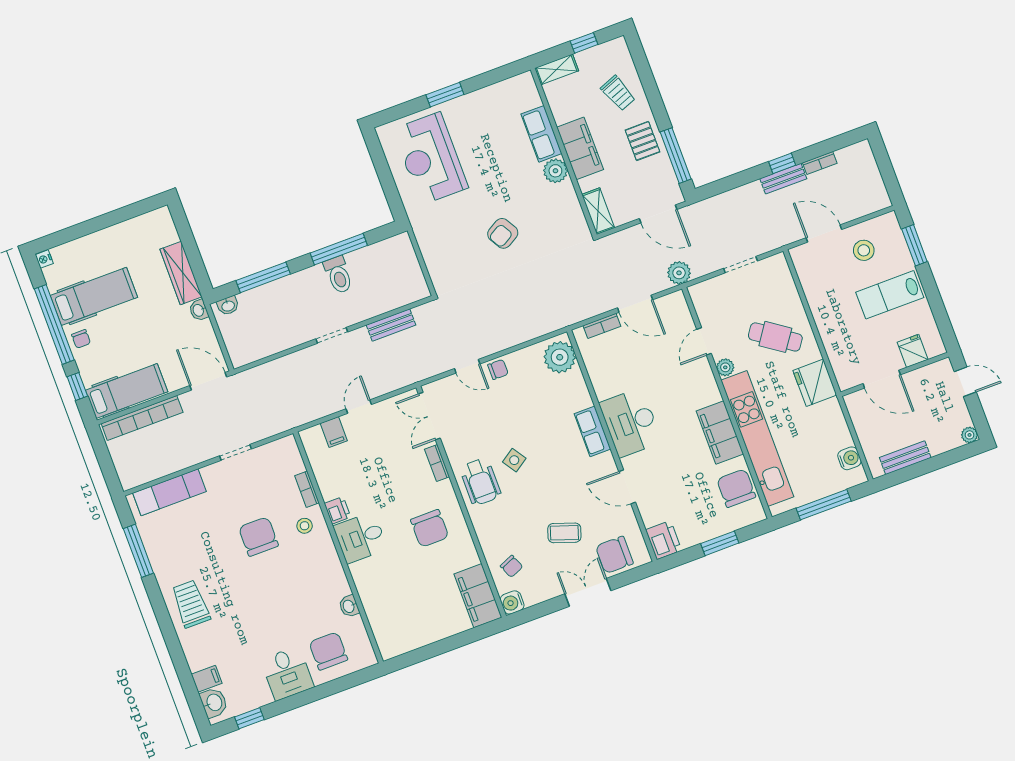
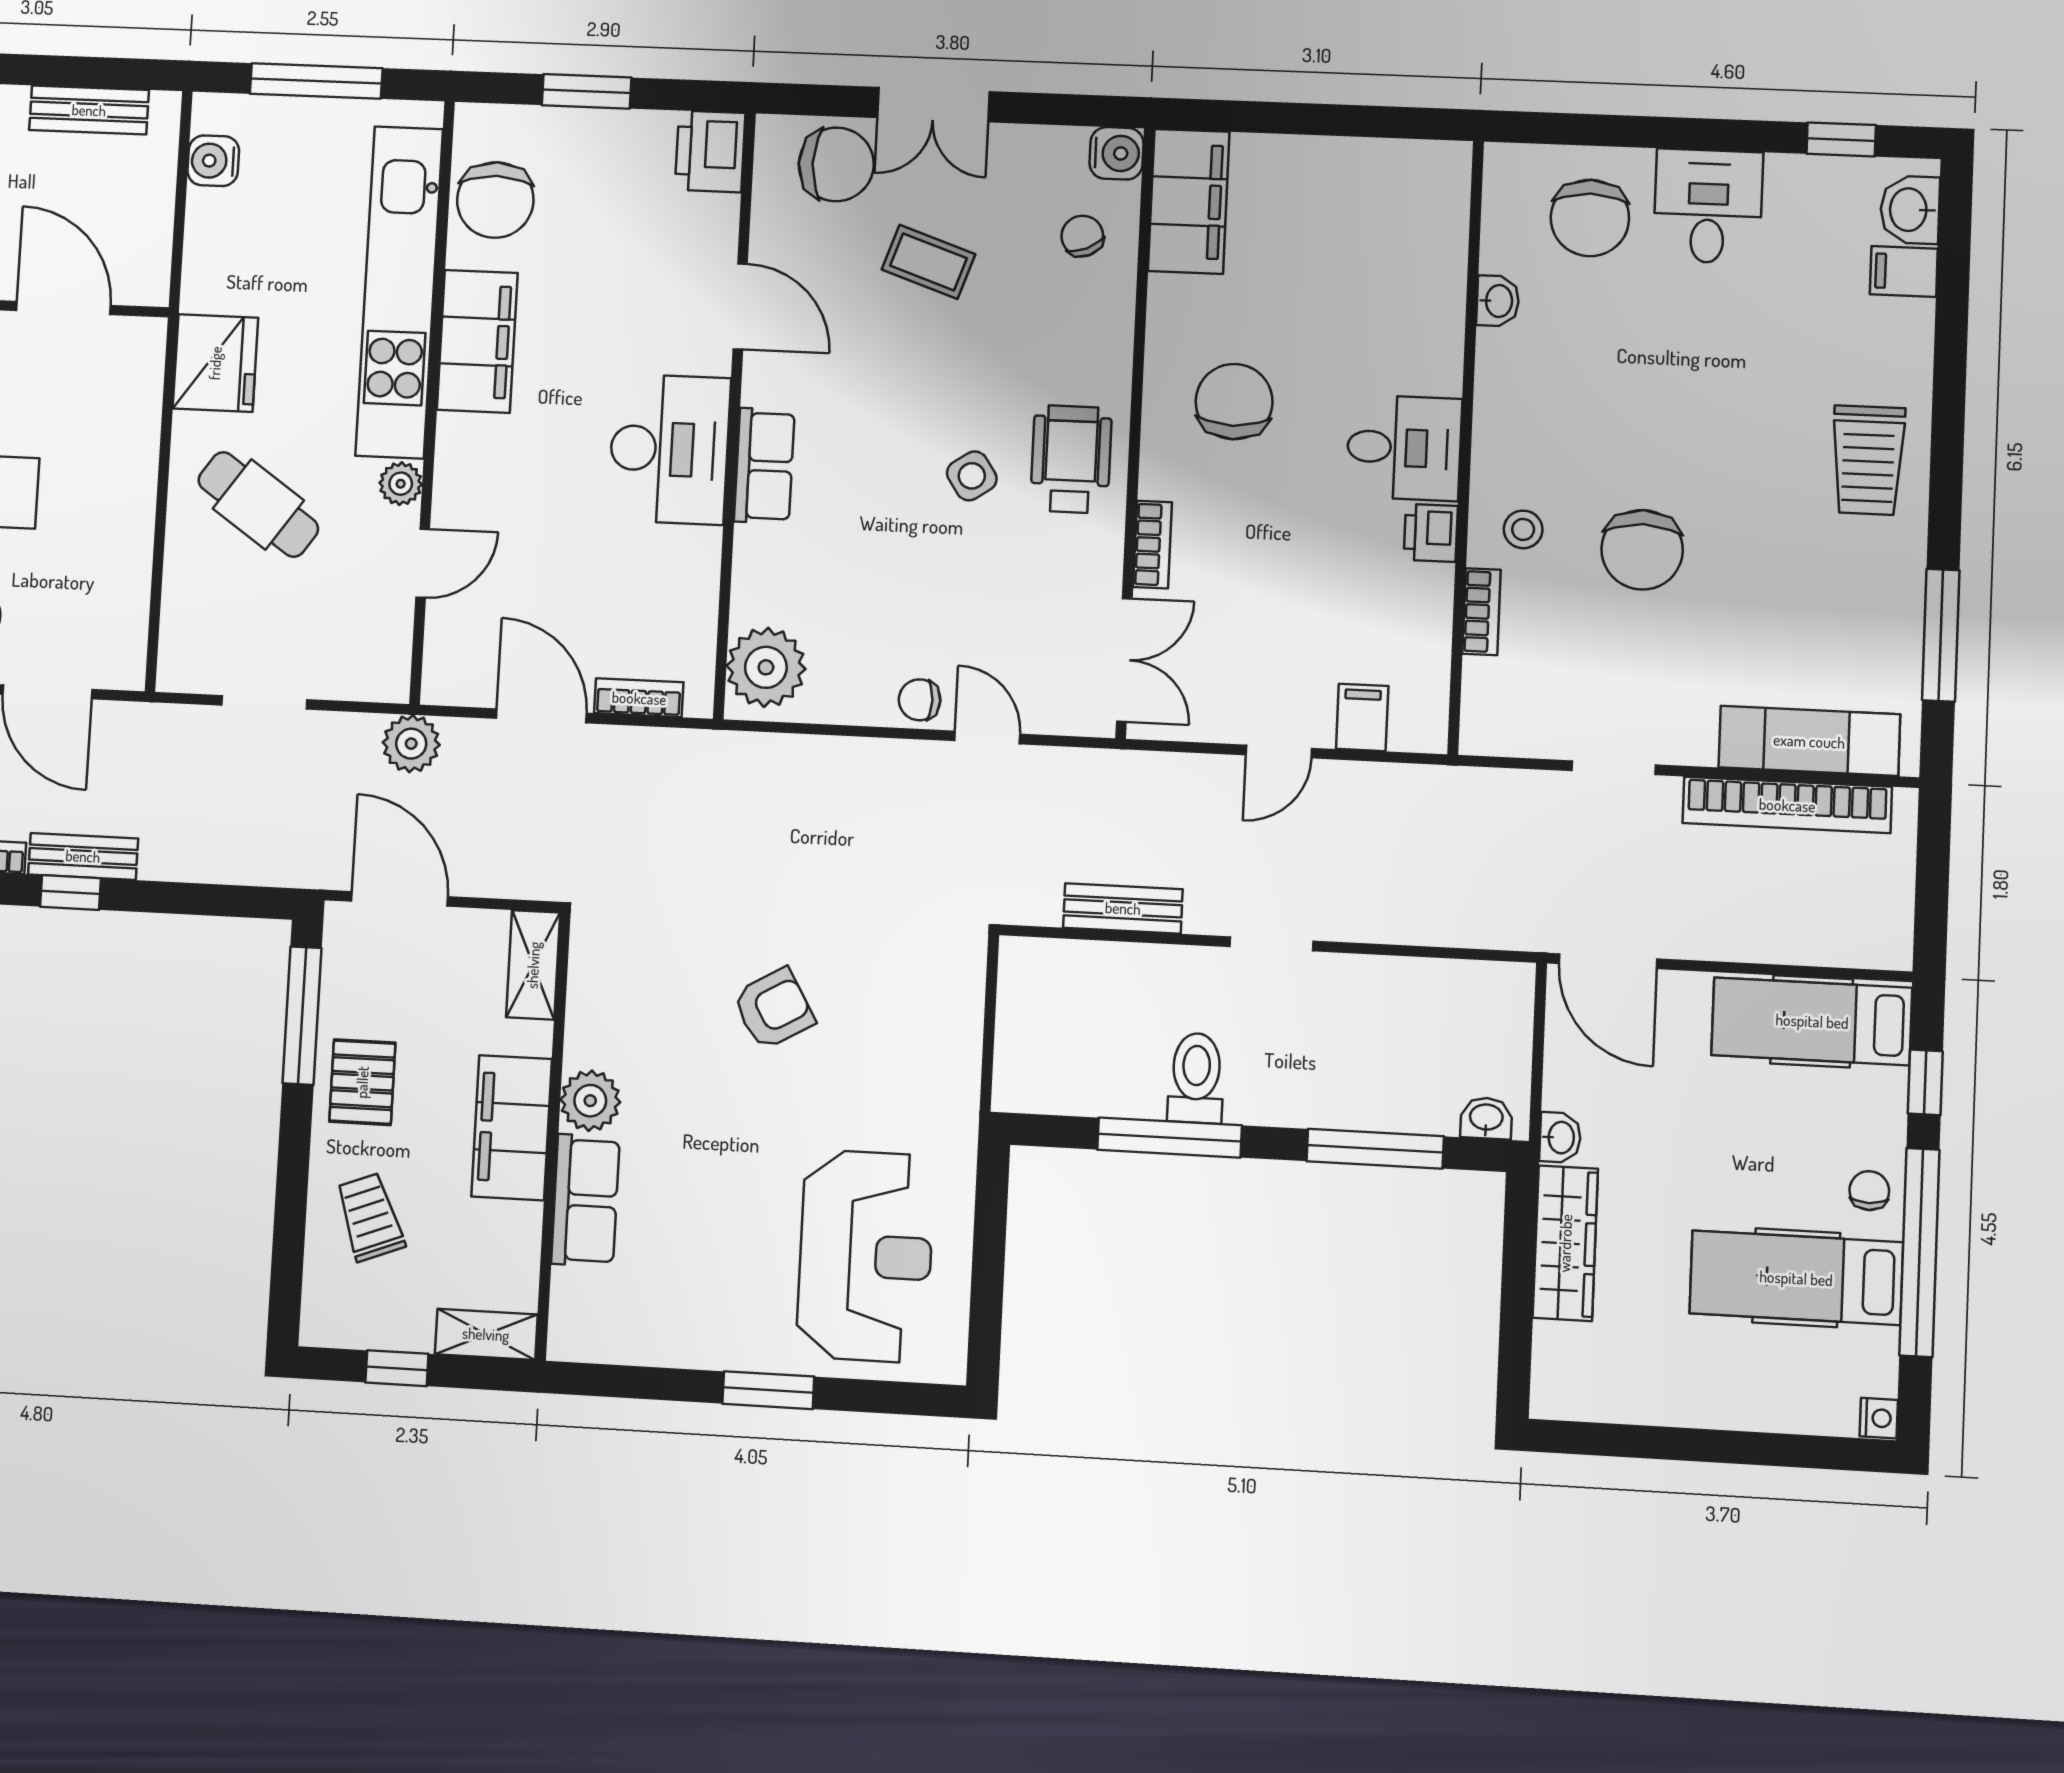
bookcase: (142, 418) -> (1787, 805), moved, turned 180

